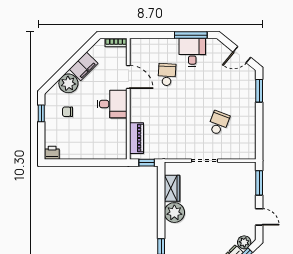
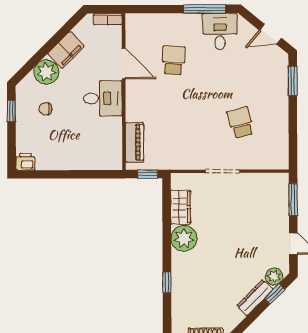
desk: (192, 52) -> (220, 31), moved
school desk: (219, 123) -> (241, 123), turned -36

